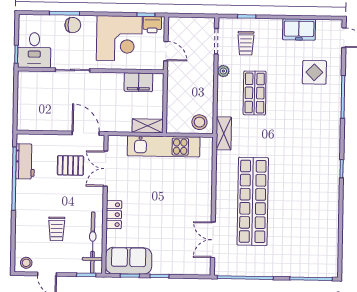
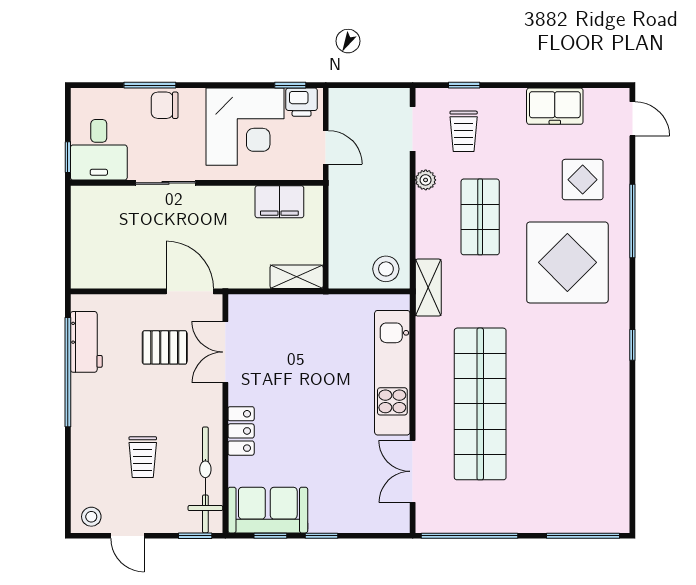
chair: (73, 25) -> (165, 105), turned 180
display table: (305, 120) -> (567, 262), added
kitchen unit: (164, 146) -> (392, 373), moved, turned 90

